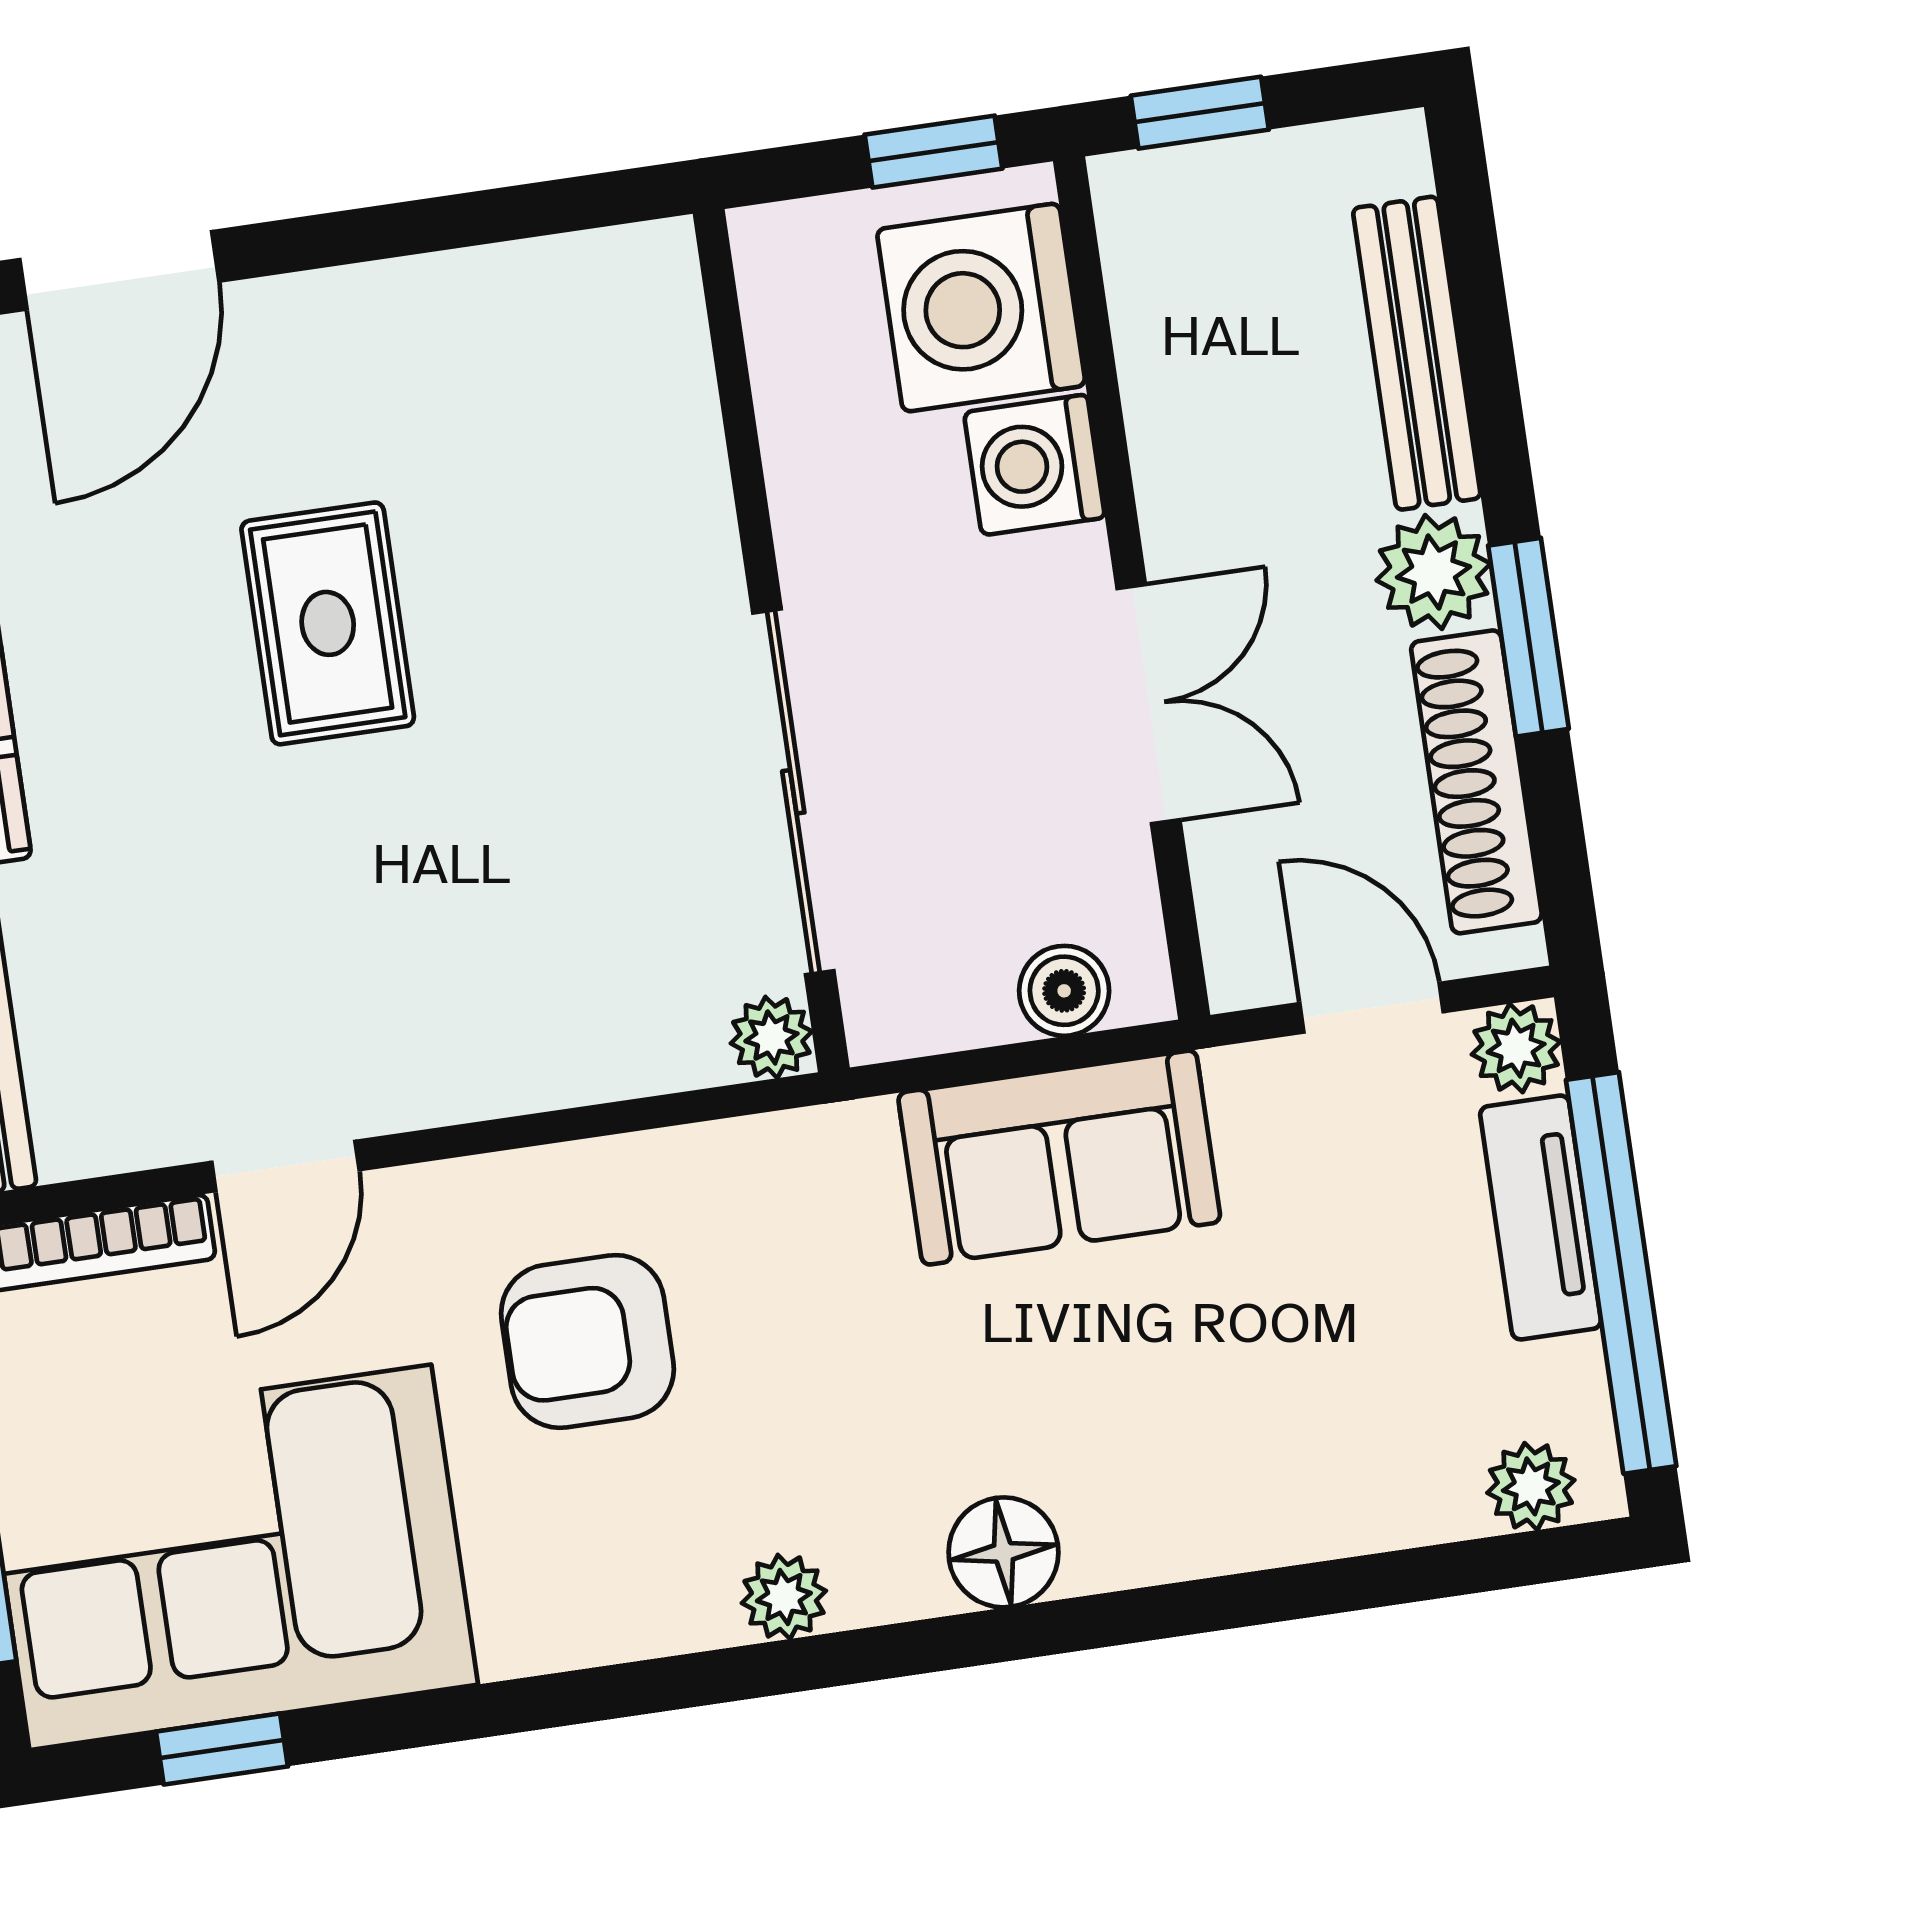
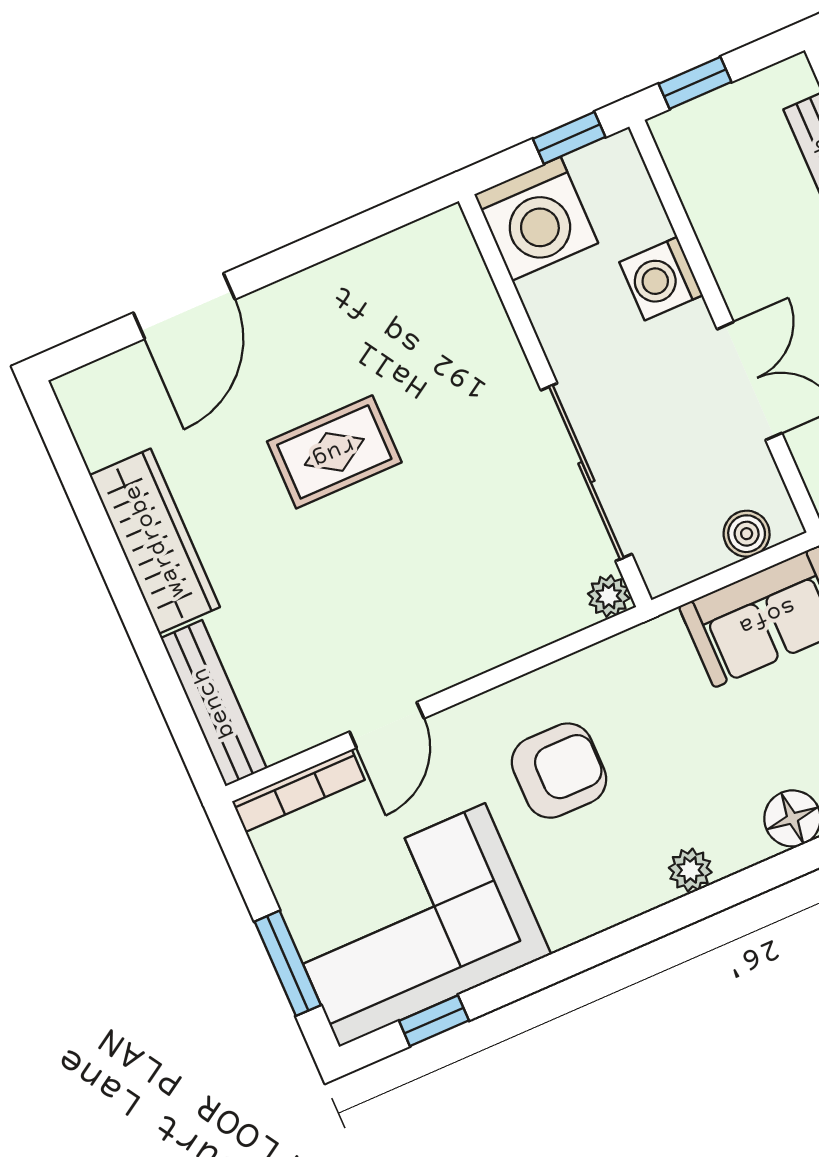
washing machine: (981, 308) -> (536, 219), moved, turned -90
rug: (328, 623) -> (334, 452), turned 90
armchair: (587, 1341) -> (559, 771), turned 180

